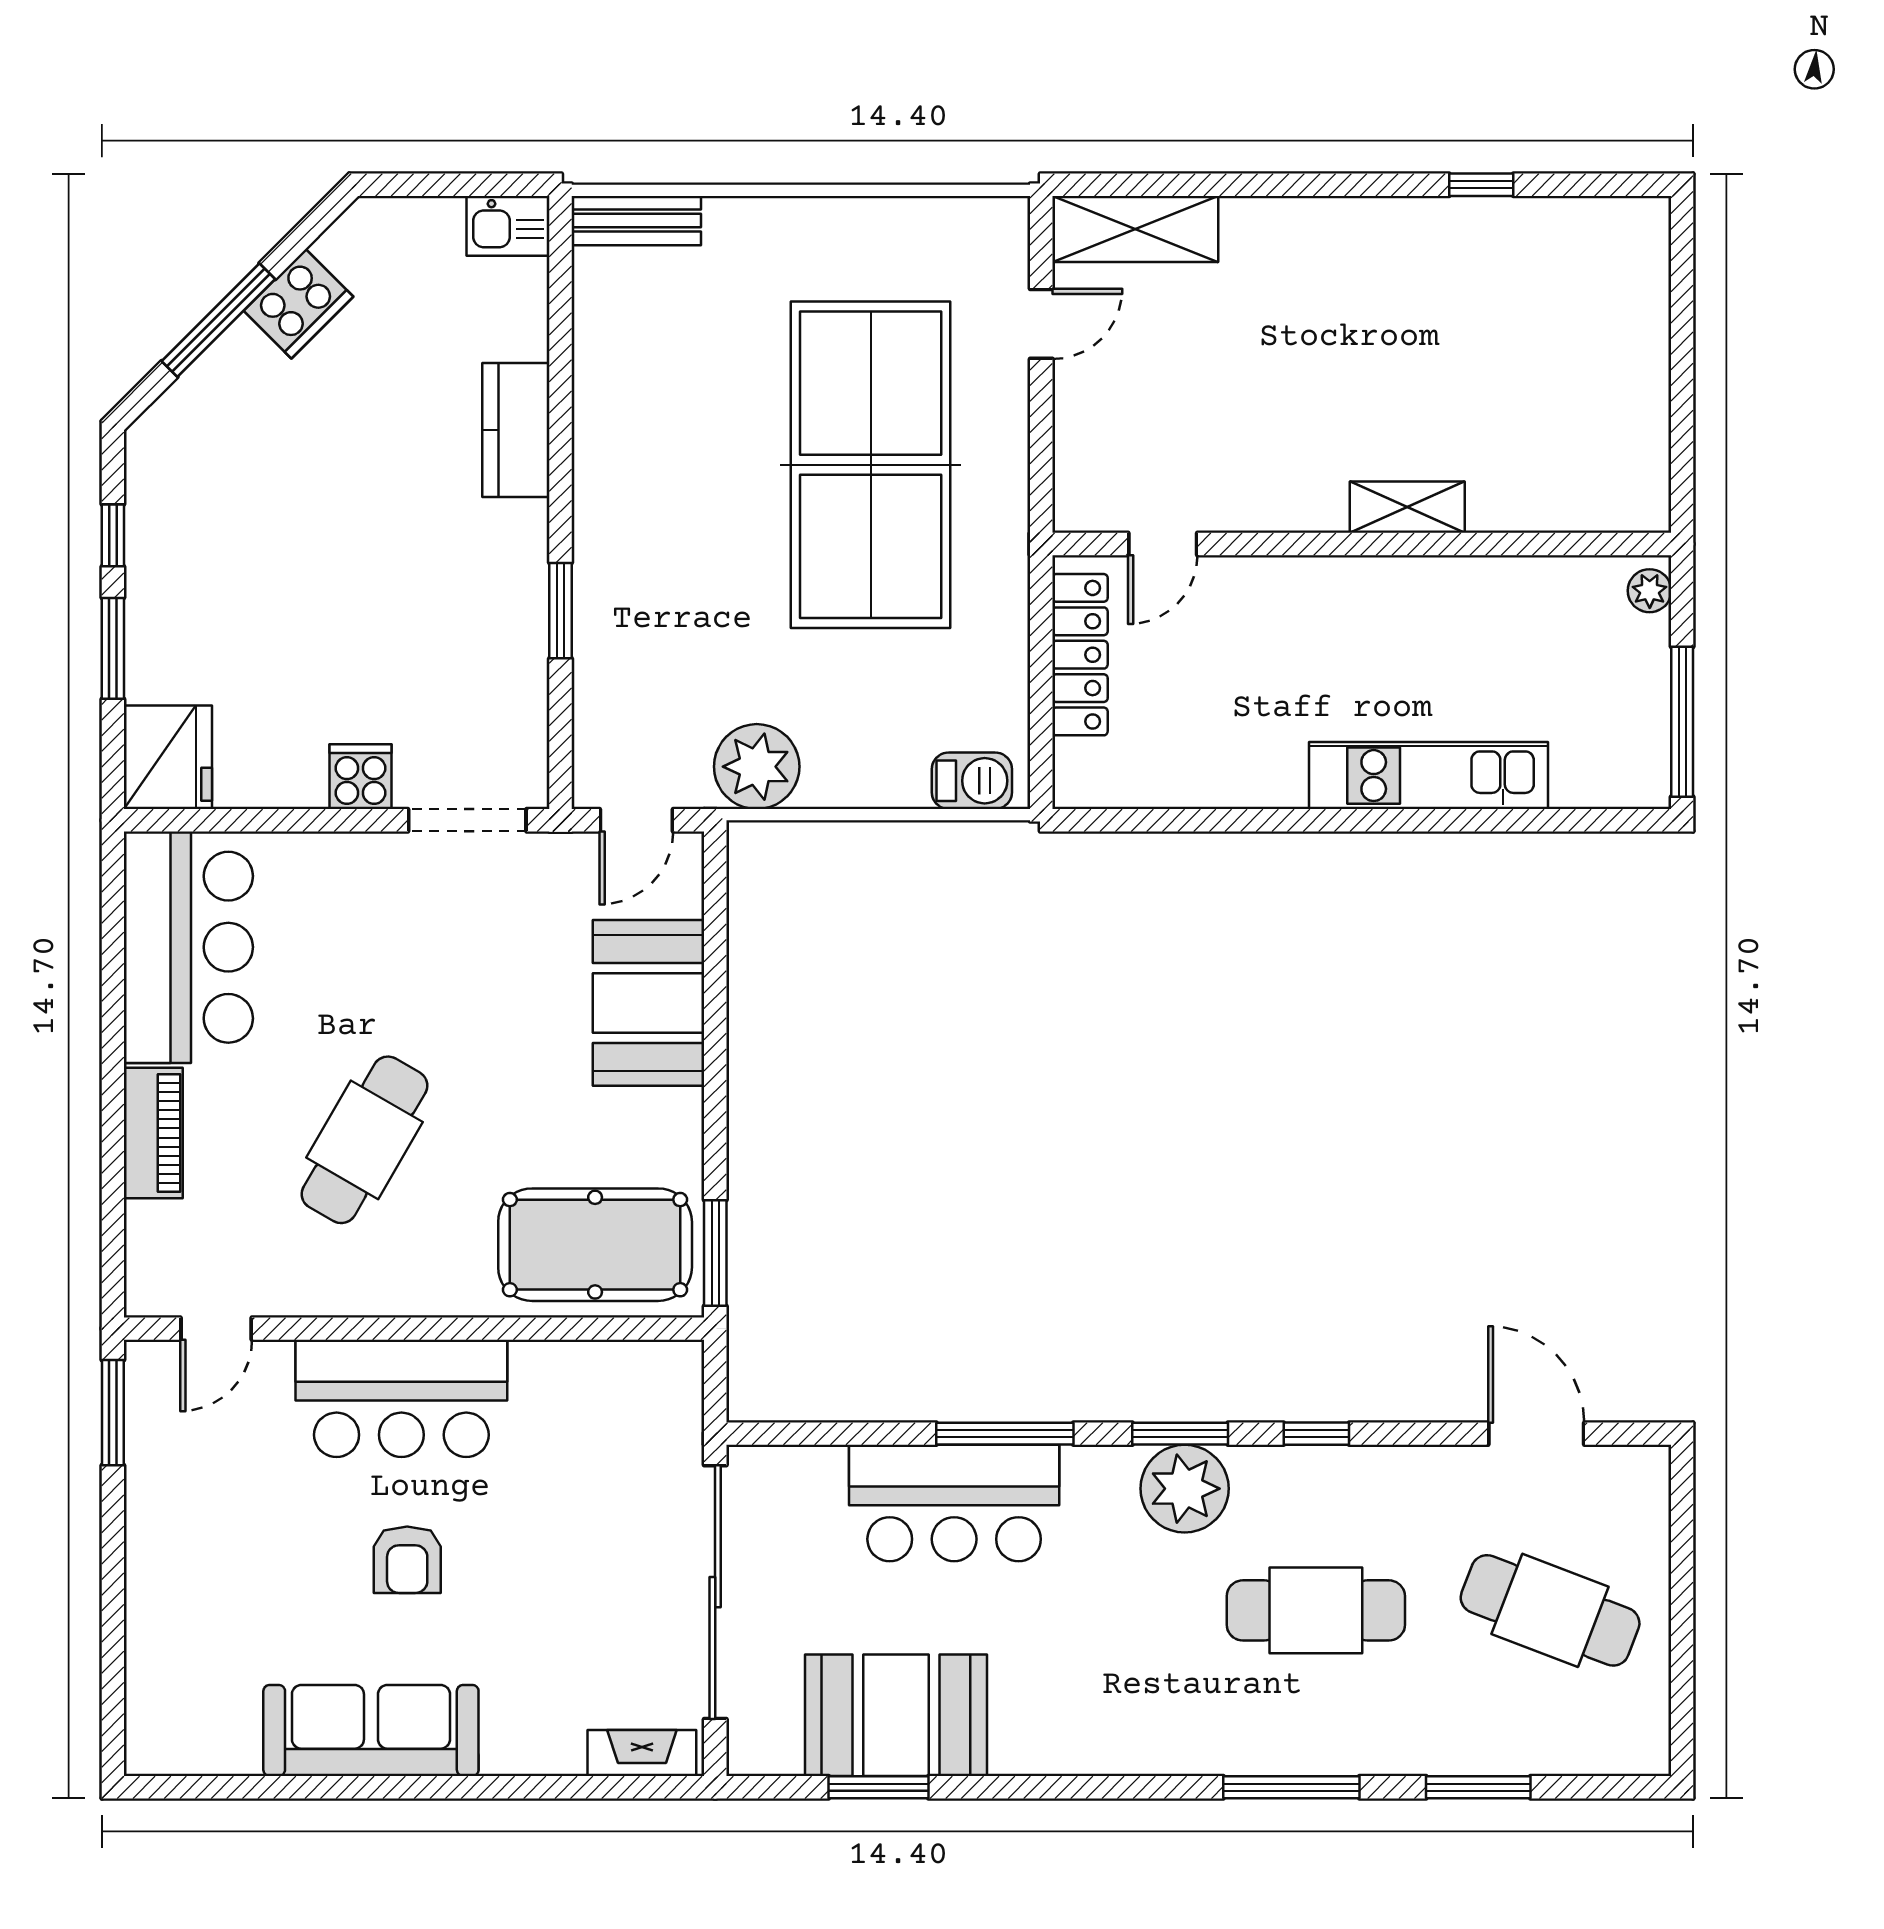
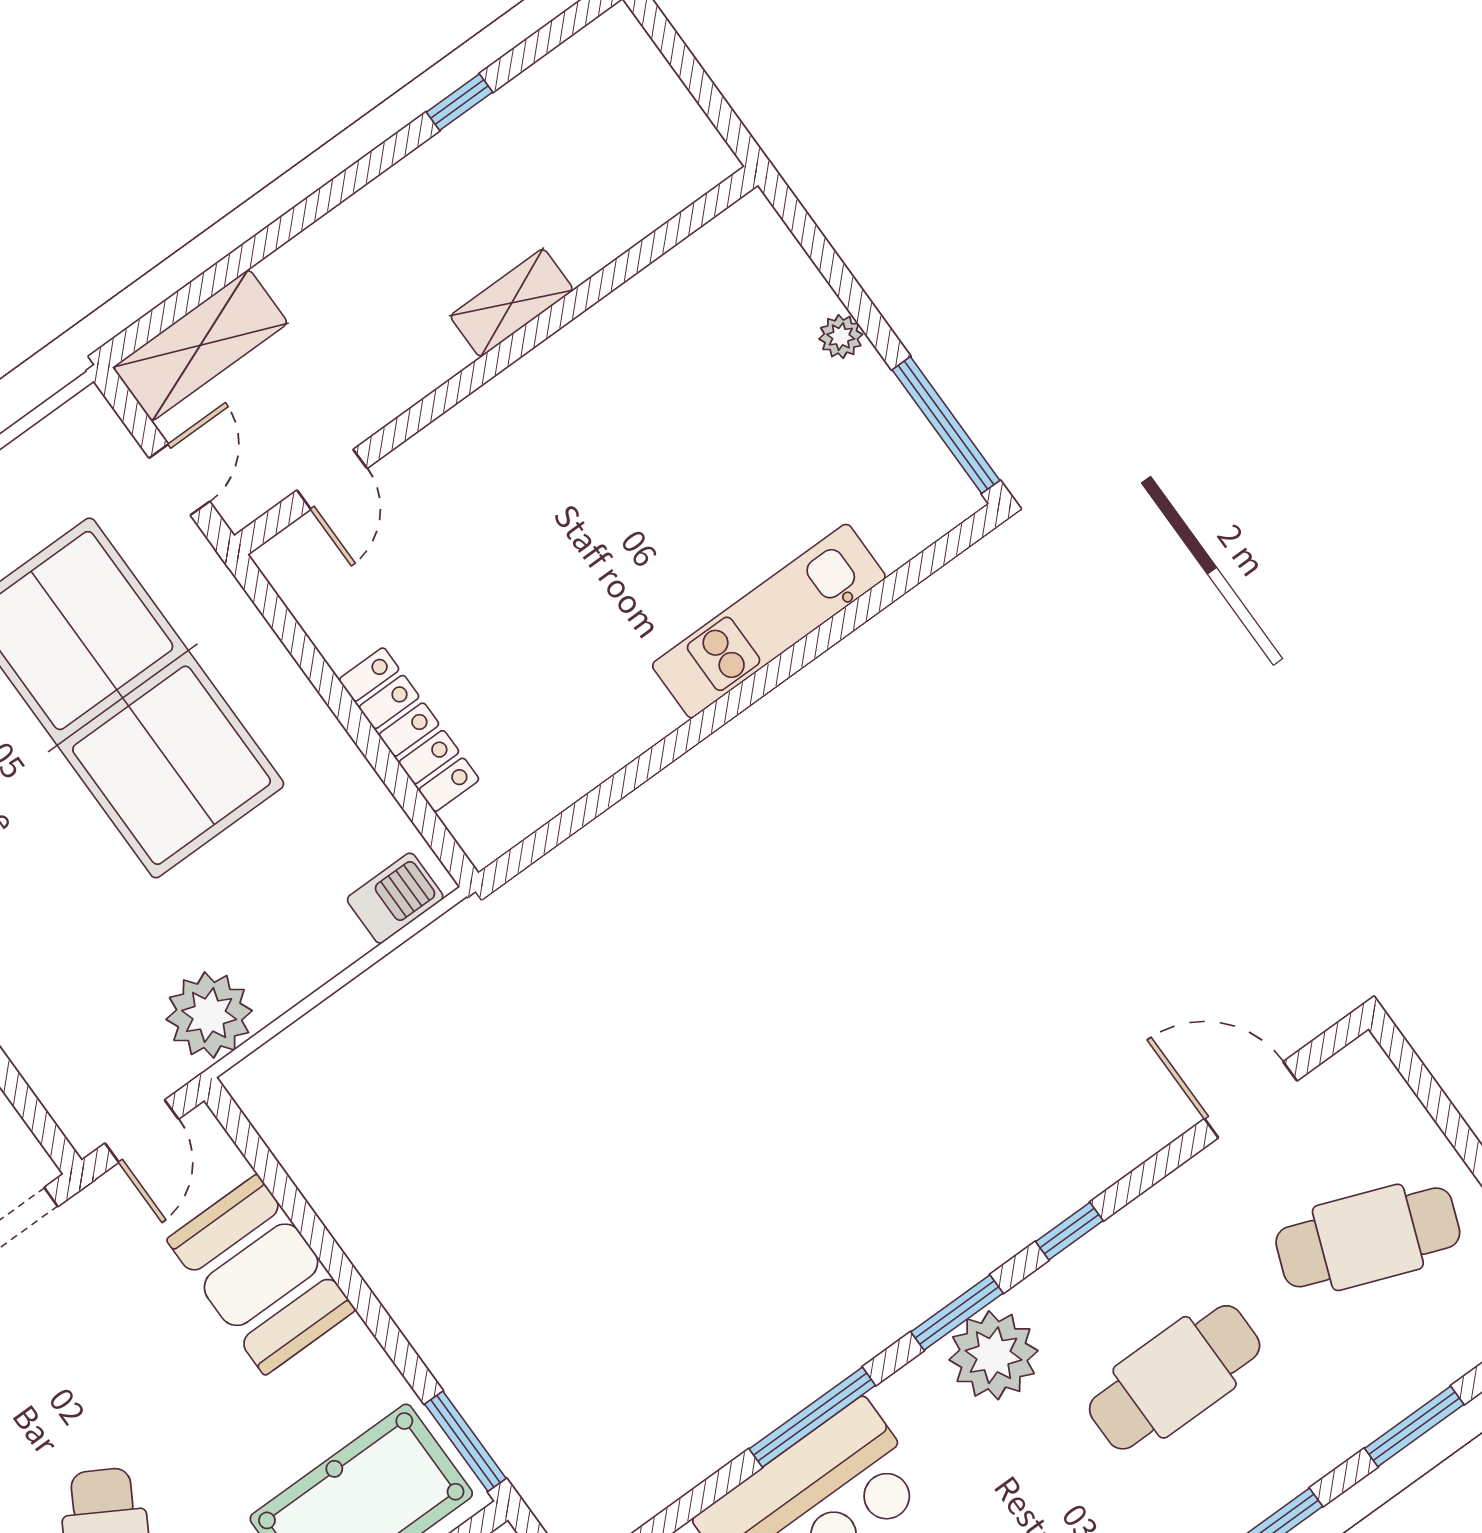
shelving: (1407, 507) -> (512, 303), moved
door: (1163, 544) -> (332, 479), moved
wall: (1362, 544) -> (496, 360), moved

